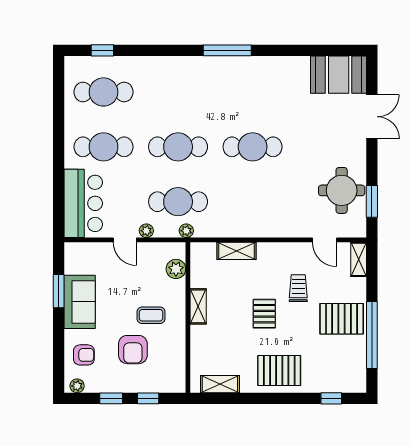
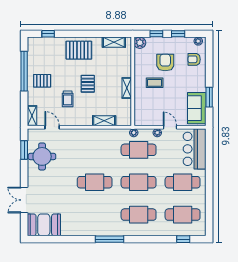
cafe table: (178, 92) -> (139, 215), added
plant: (176, 269) -> (140, 43), moved
sofa: (80, 302) -> (197, 108), moved
pallet: (342, 319) -> (42, 81), width x0.67, depth x0.71

